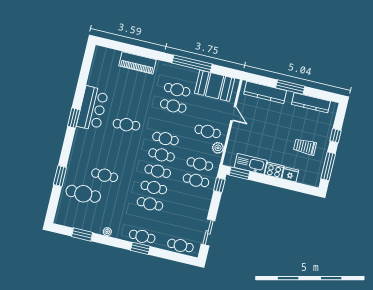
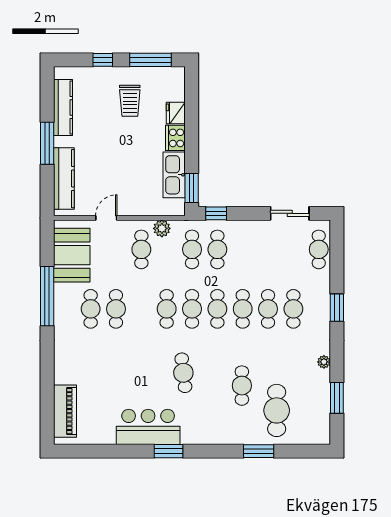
piano: (138, 63) -> (65, 411), moved
cafe table: (126, 125) -> (183, 373), moved
cafe table: (142, 236) -> (293, 309), moved

